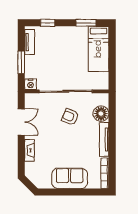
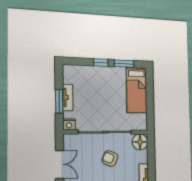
window: (48, 23) -> (101, 63), moved
tv unit: (30, 42) -> (68, 98), moved
floor lamp: (101, 114) -> (140, 142), moved

